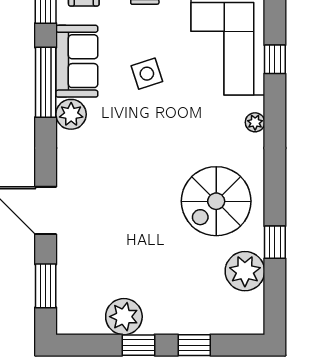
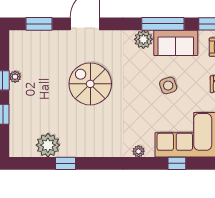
spiral stairs: (216, 201) -> (90, 84), moved
plant: (124, 317) -> (15, 77), width x0.53, depth x0.53

